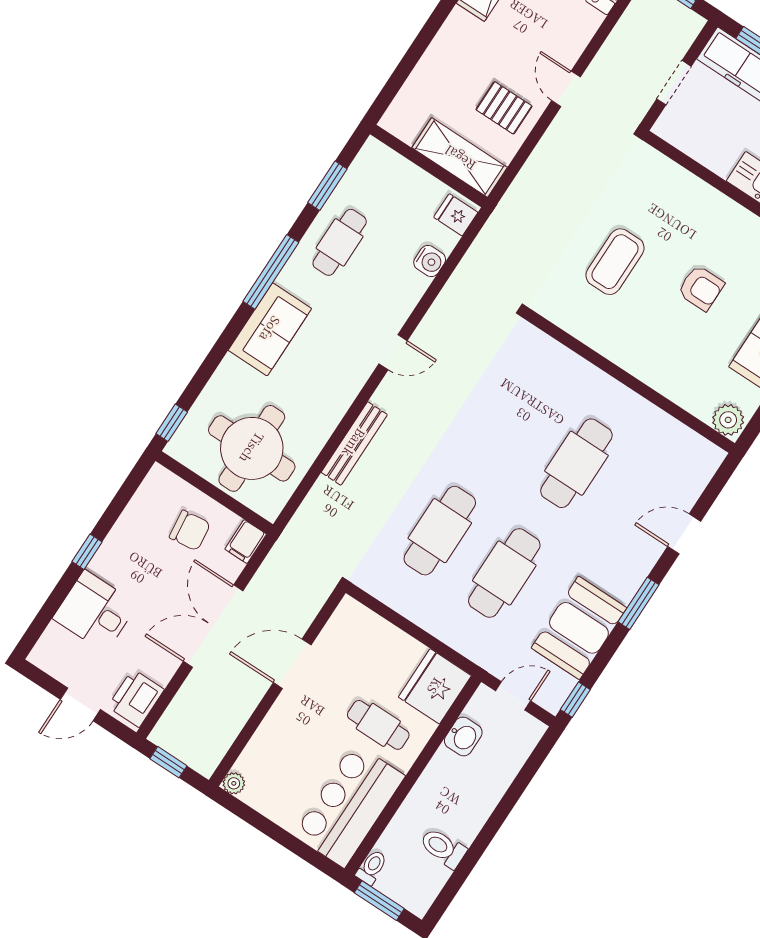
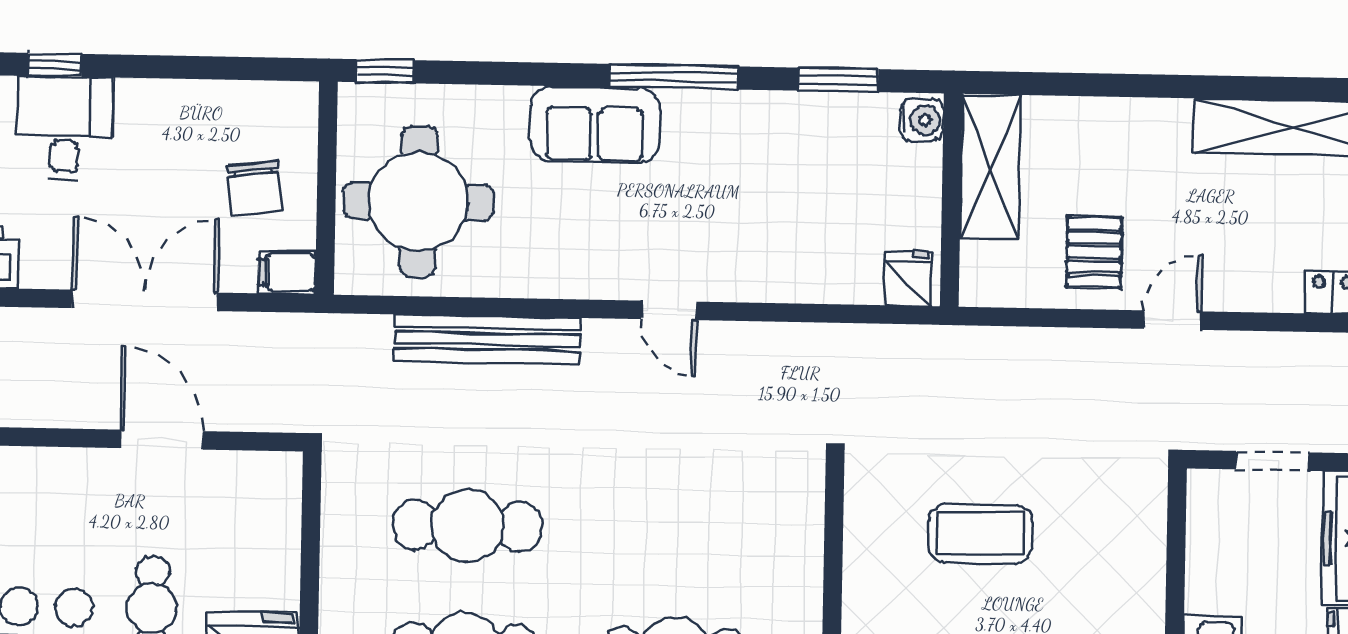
shelving: (460, 158) -> (990, 167), moved
cafe table: (340, 242) -> (772, 145), removed
water cooler: (430, 261) -> (922, 120), moved, turned -90
bench: (354, 443) -> (487, 339), width x1.37, depth x1.21
window: (87, 552) -> (55, 65), moved

